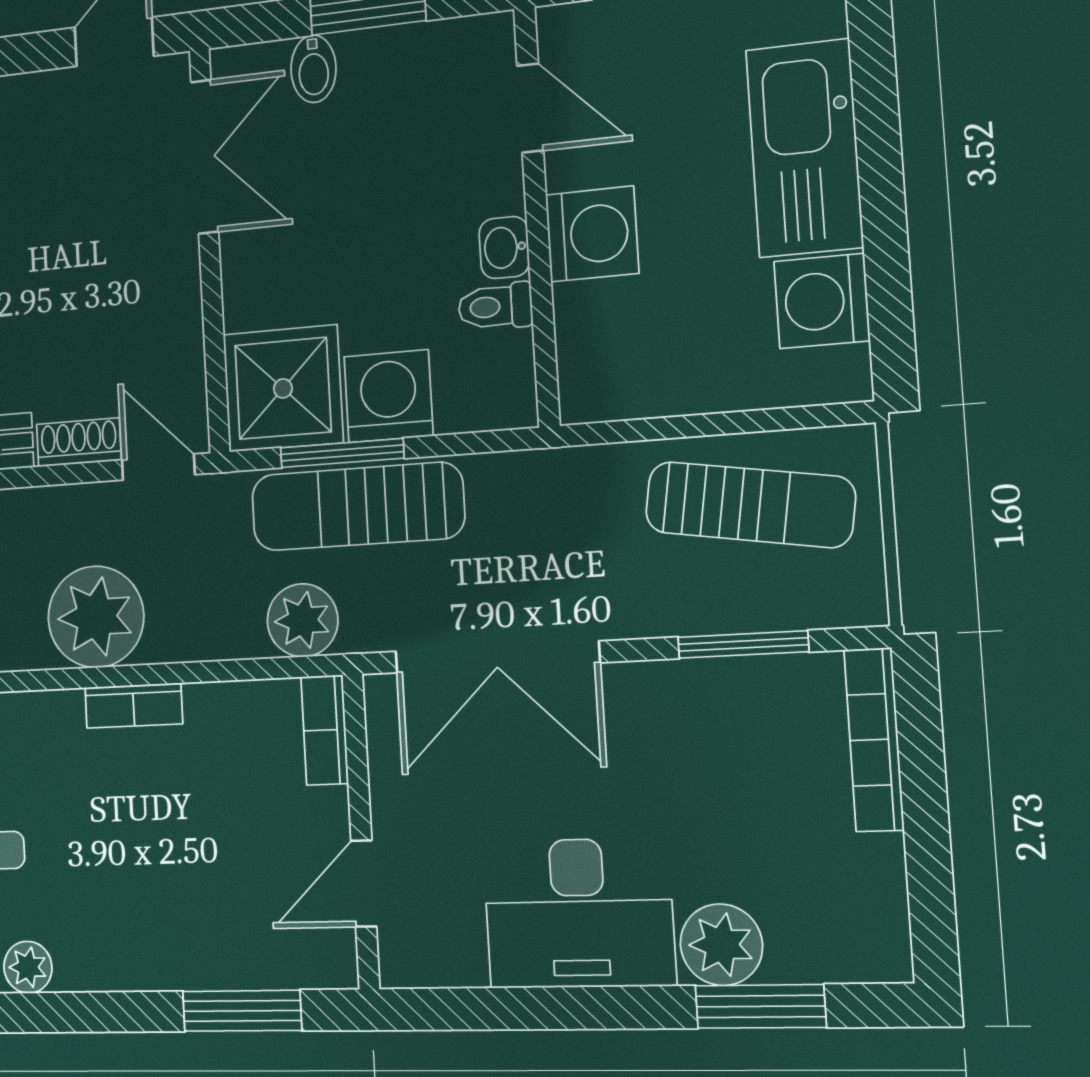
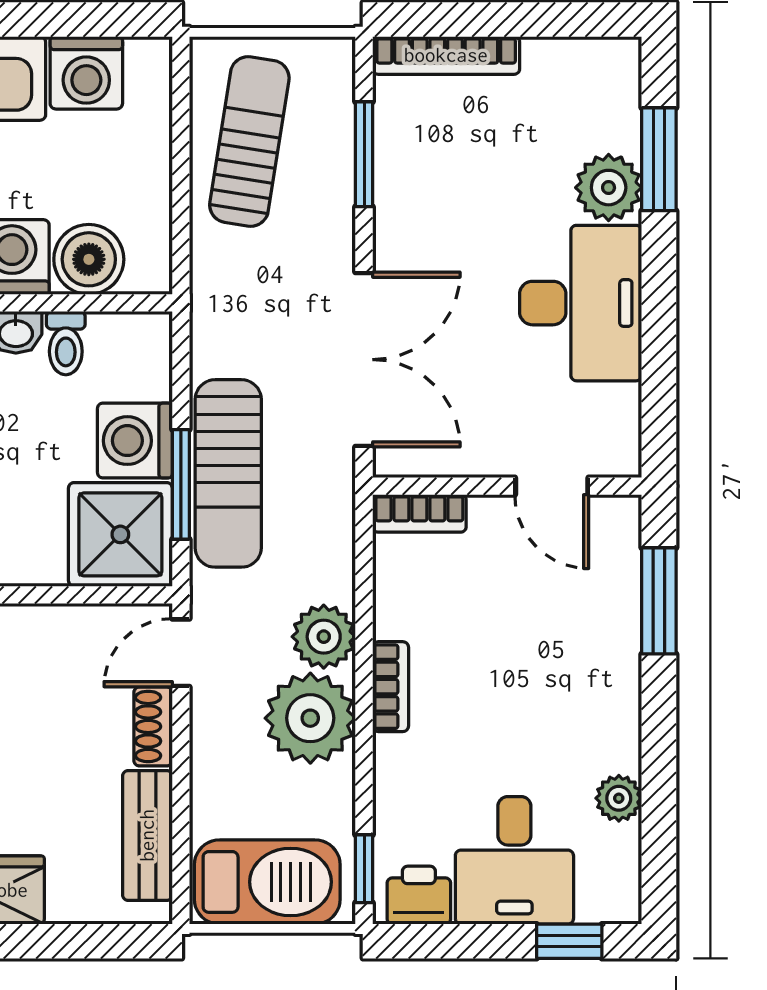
boiler: (595, 324) -> (89, 259), added
plant: (303, 620) -> (324, 637), moved

